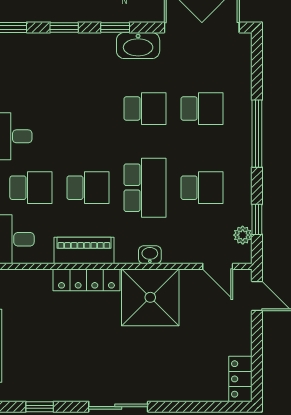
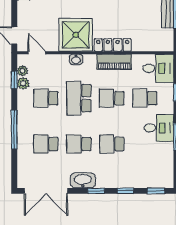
school desk: (88, 109) -> (112, 144), added
plant: (242, 213) -> (23, 83), added

